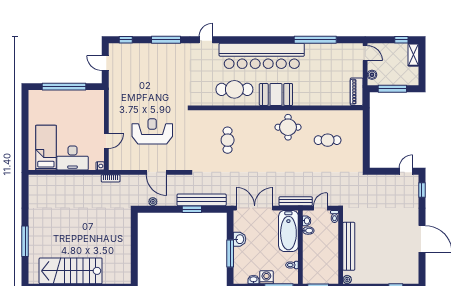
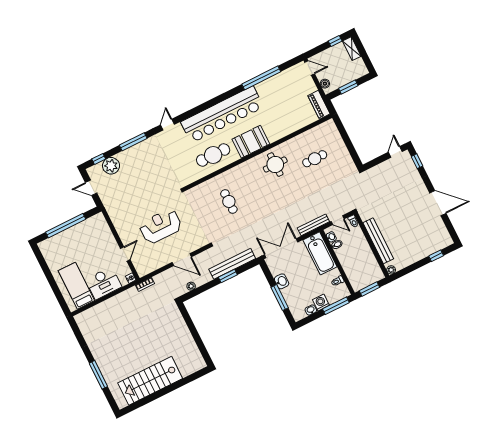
plant: (134, 52) -> (111, 166), added
window: (392, 89) -> (348, 87), width x0.69
door: (320, 208) -> (338, 220), swing flipped

